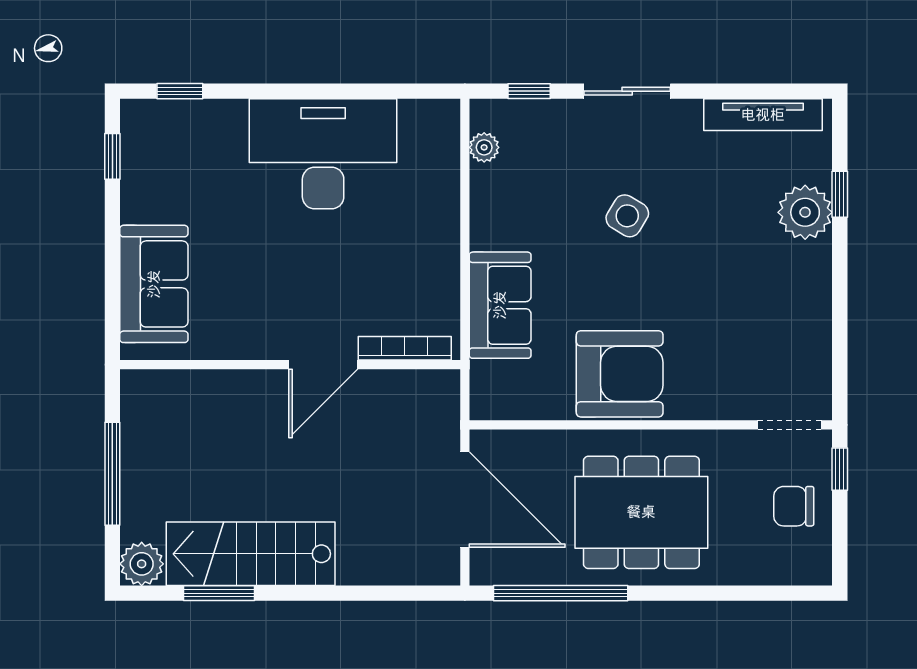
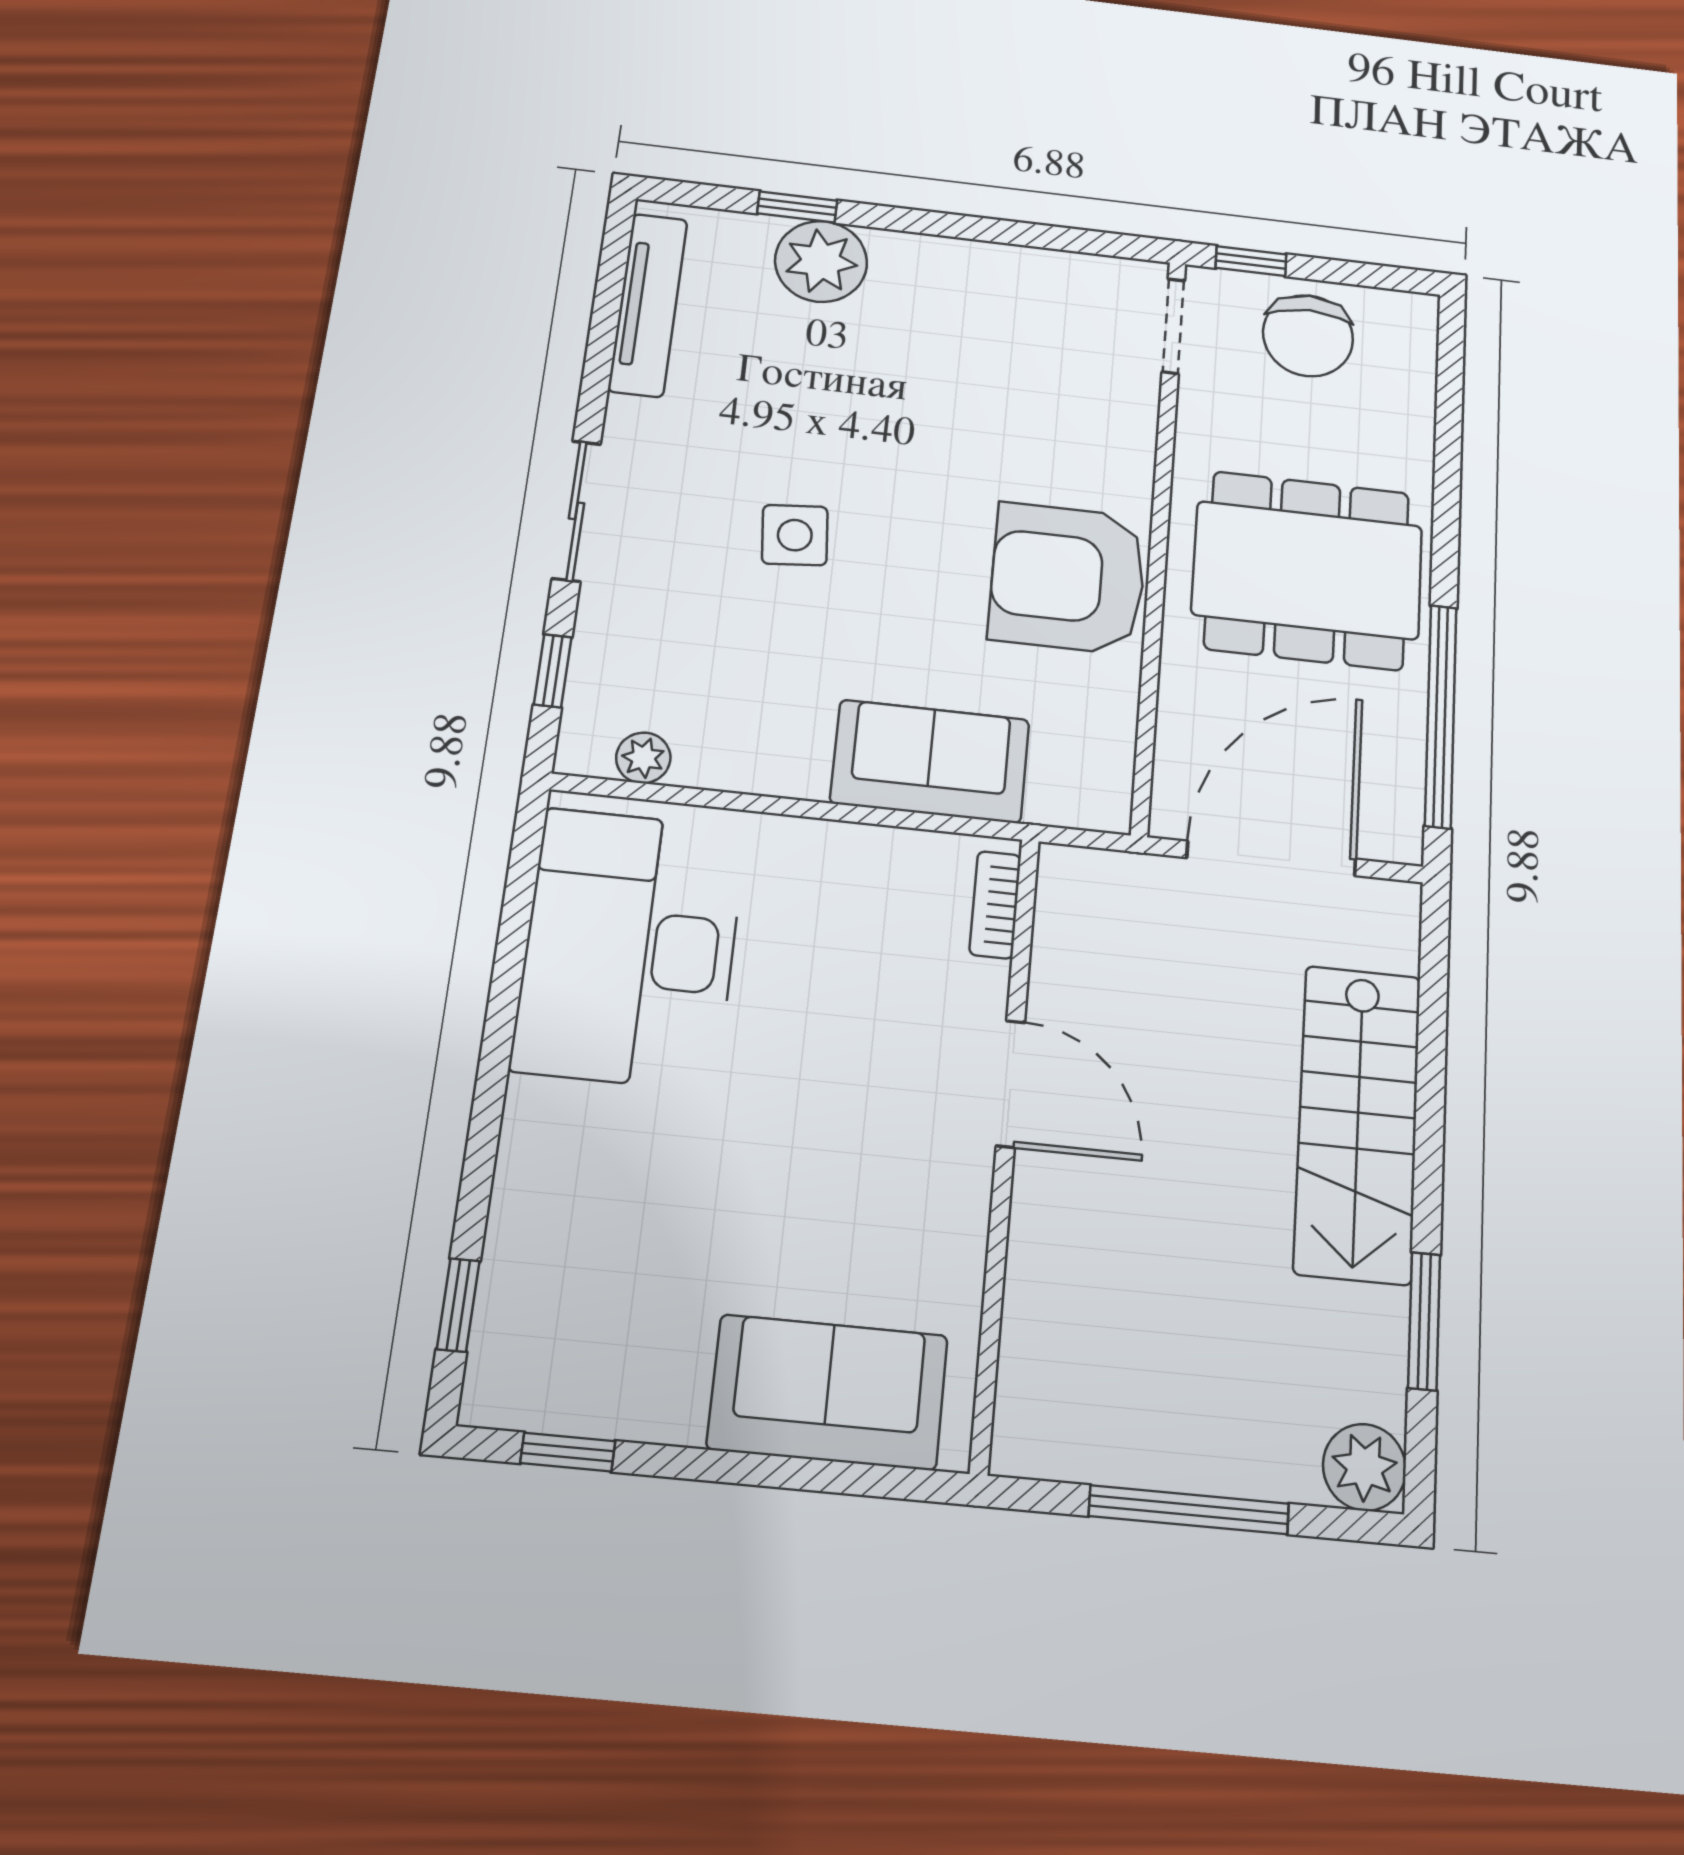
desk: (323, 154) -> (630, 948), moved
side table: (627, 216) -> (795, 535), turned -36
bookcase: (405, 348) -> (995, 905), width x0.64
armchair: (620, 374) -> (1068, 578), turned -90
chair: (794, 506) -> (1308, 336), width x1.37, depth x1.37
dining table: (641, 512) -> (1307, 570), turned 90
stairs: (251, 554) -> (1358, 1123), moved

